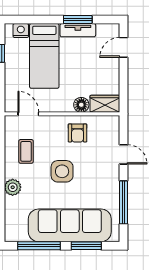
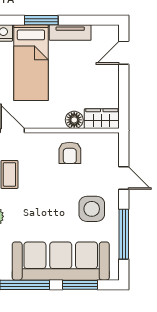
window: (78, 20) -> (41, 20), moved
side table: (62, 171) -> (92, 209), moved

